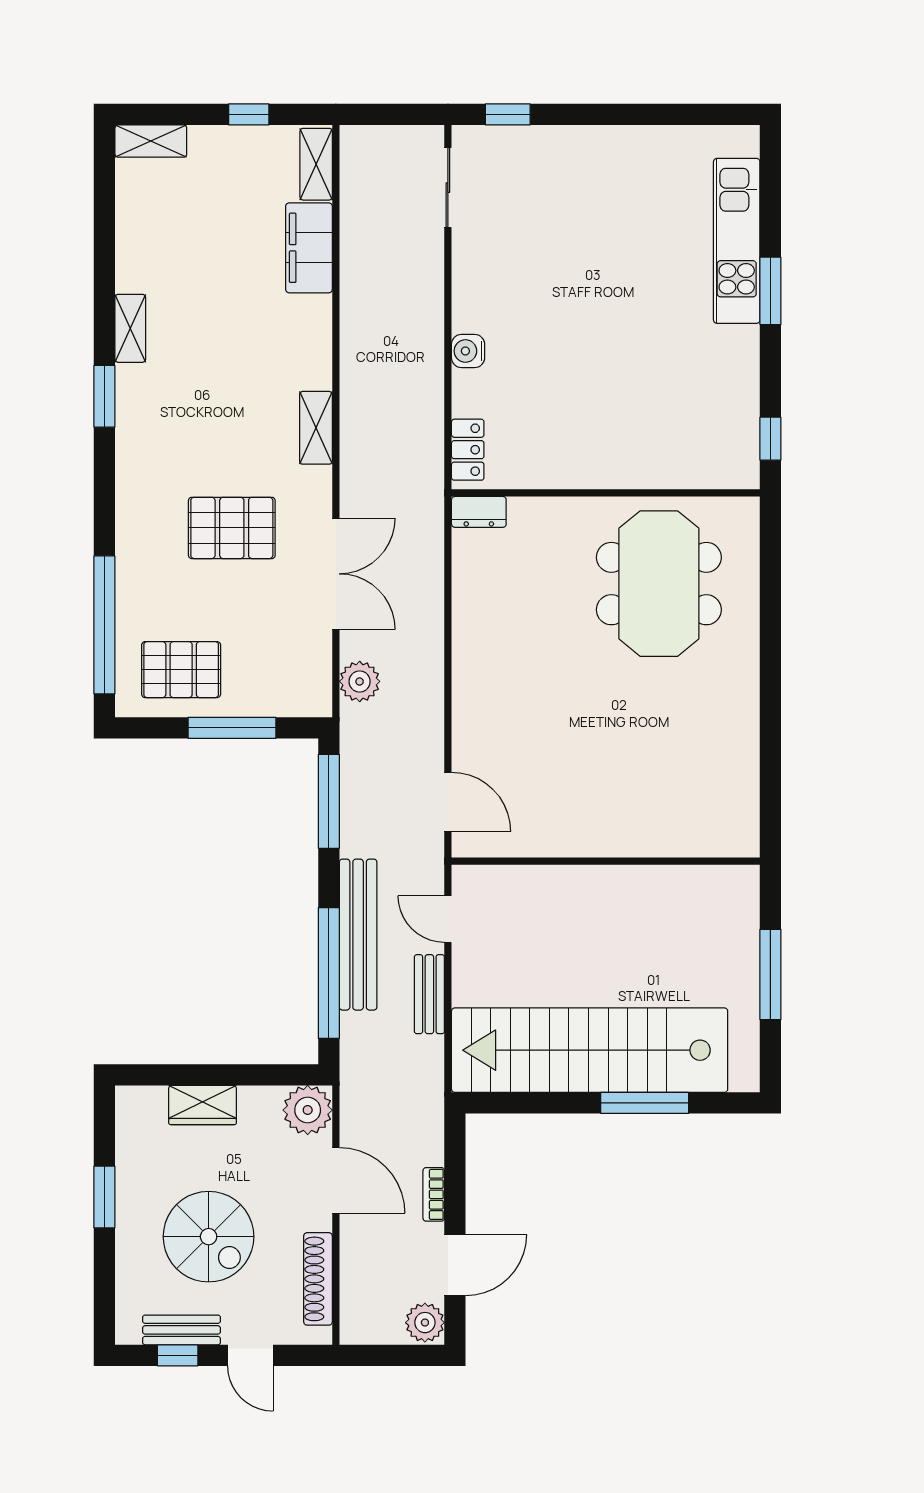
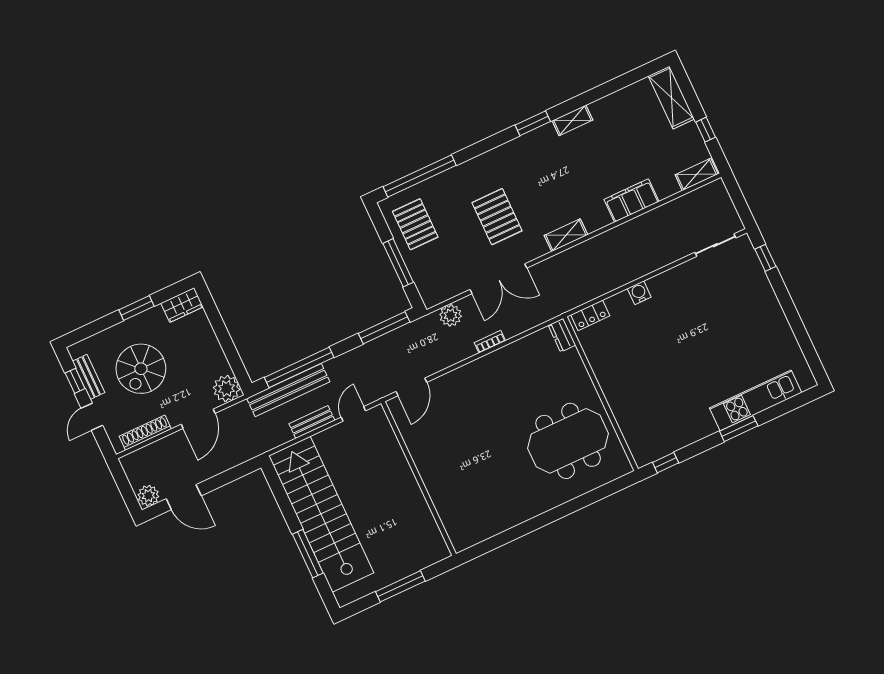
shelving: (151, 141) -> (671, 97), width x1.50, depth x1.33
filing cabinet: (309, 248) -> (631, 200), moved
bench: (358, 935) -> (288, 390), moved
wardrobe: (203, 1105) -> (182, 305), moved, turned -90
bookcase: (434, 1194) -> (490, 342), moved

